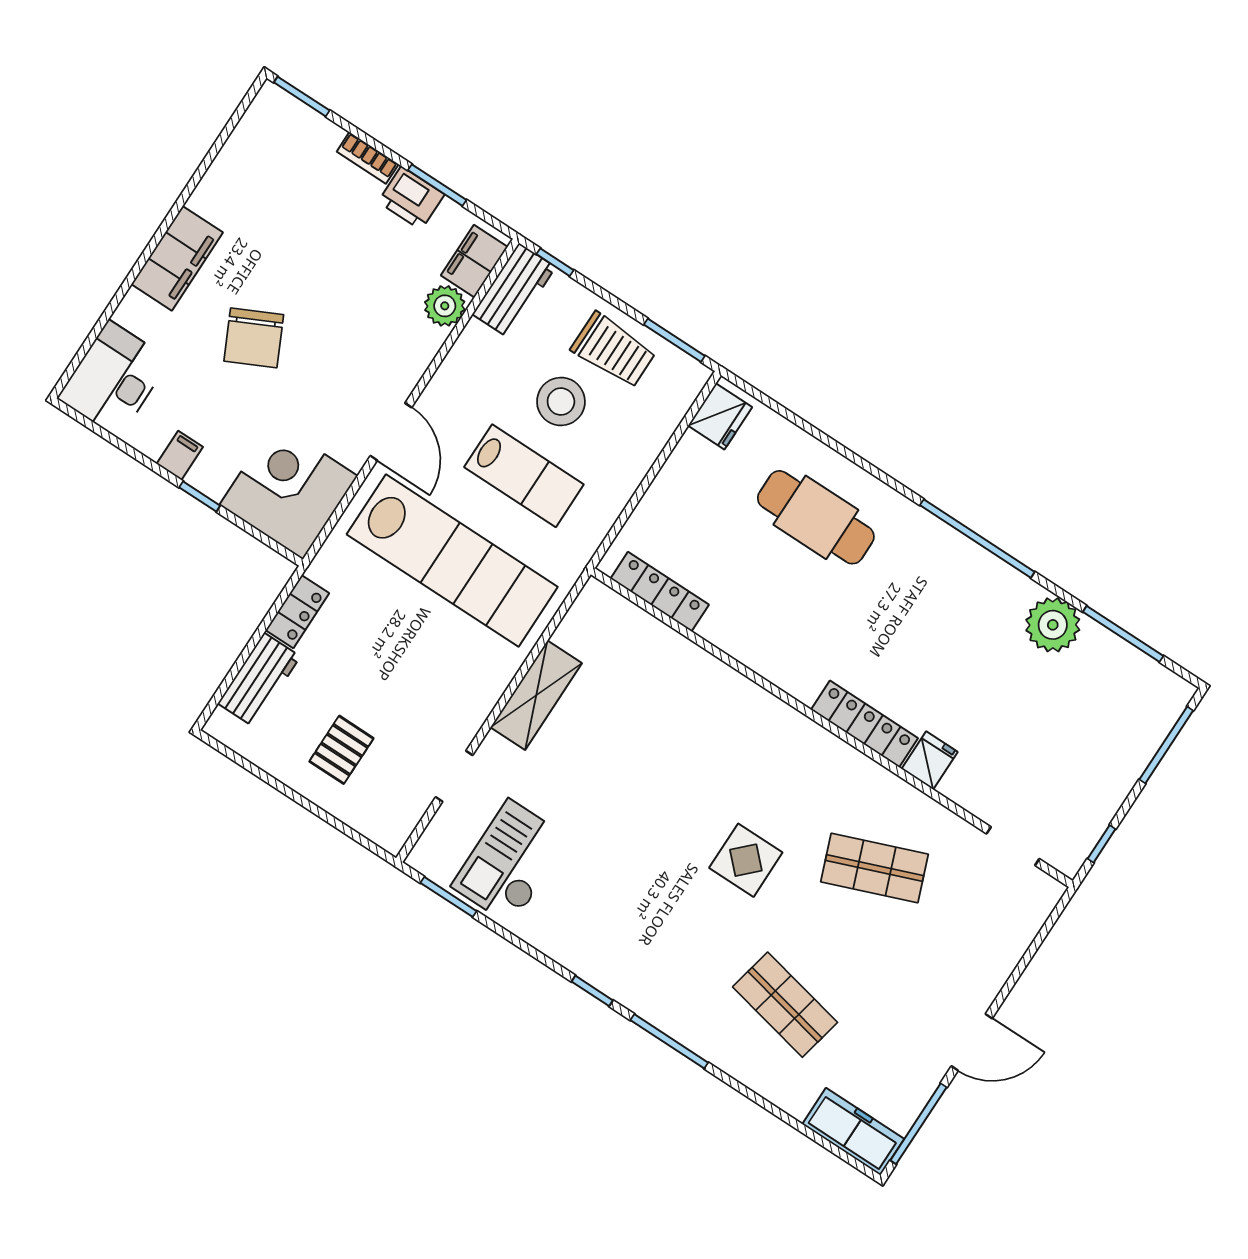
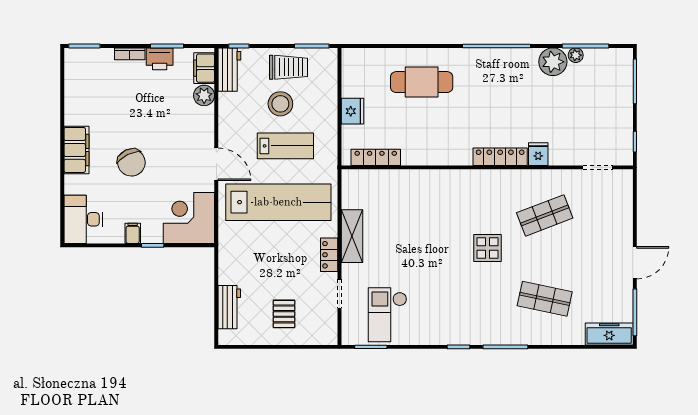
fridge: (720, 416) -> (353, 111), moved
locker: (297, 612) -> (329, 255), moved, turned 180
plant: (1097, 639) -> (576, 55), added

